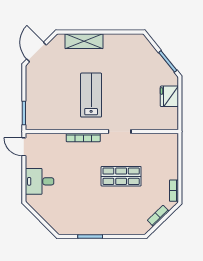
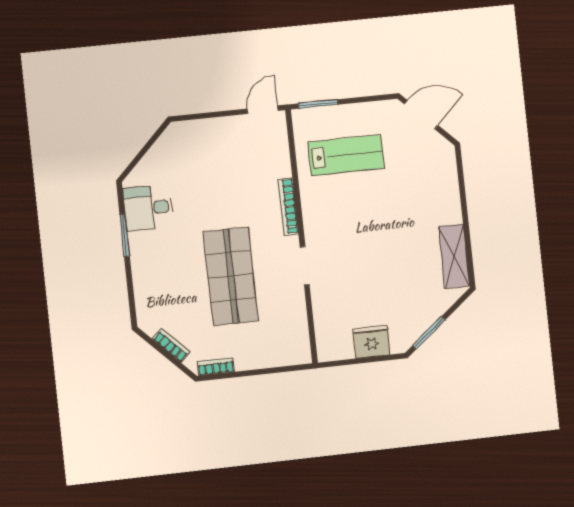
shelving: (84, 41) -> (454, 256), moved
lab bench: (91, 95) -> (346, 155), moved
shop shelf: (121, 176) -> (231, 276), width x1.43, depth x1.36
desk: (40, 181) -> (148, 208), moved, turned -90

